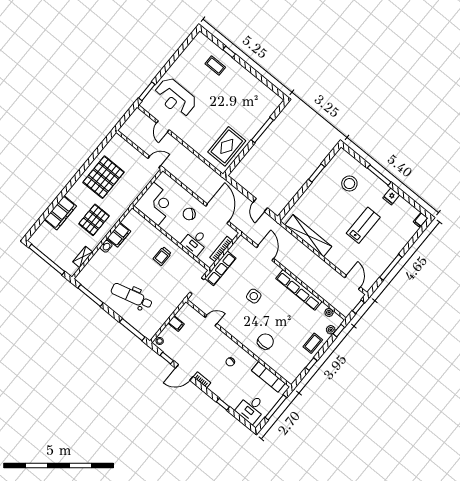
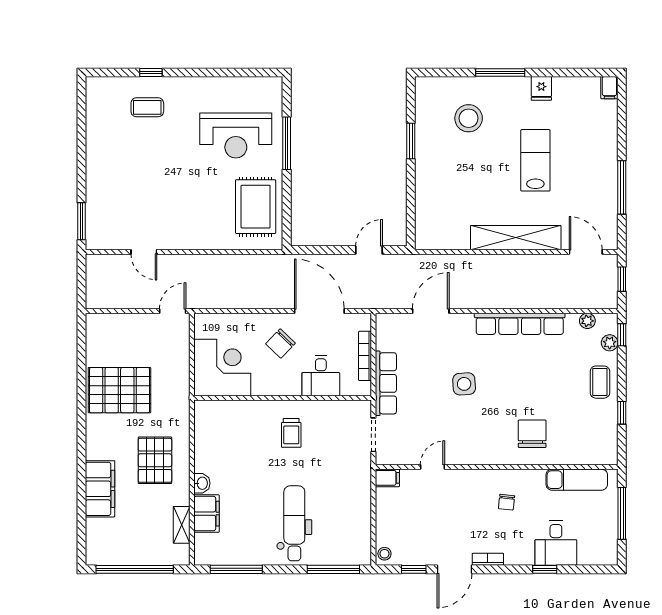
reception desk: (175, 97) -> (236, 136), moved
pallet: (104, 177) -> (119, 390), turned 90
door: (260, 205) -> (369, 250), swing flipped
filing cabinet: (119, 235) -> (206, 514), moved
shelving: (308, 236) -> (516, 238), moved
door: (265, 253) -> (431, 311), hinge flipped
dental chair: (132, 296) -> (294, 523), turned 105
filing cabinet: (176, 323) -> (387, 478), moved
desk: (251, 408) -> (556, 543), moved

